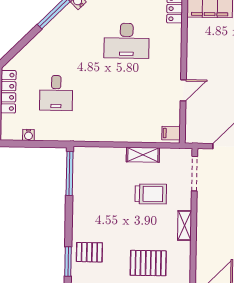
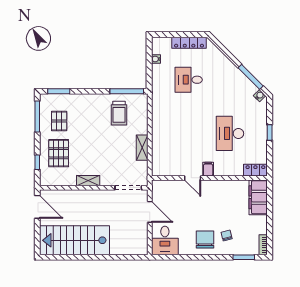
filing cabinet: (171, 133) -> (208, 169), moved
trolley: (151, 194) -> (119, 113), moved
pallet: (89, 252) -> (59, 121), moved

